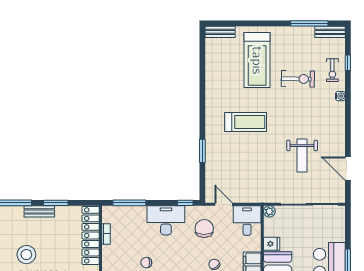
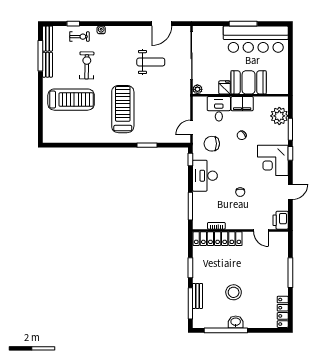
bench: (220, 32) -> (47, 65), moved
treadmill: (246, 122) -> (123, 109), width x1.37, depth x1.38
bench: (39, 211) -> (197, 296), moved
desk: (247, 220) -> (219, 109), moved, turned 90

